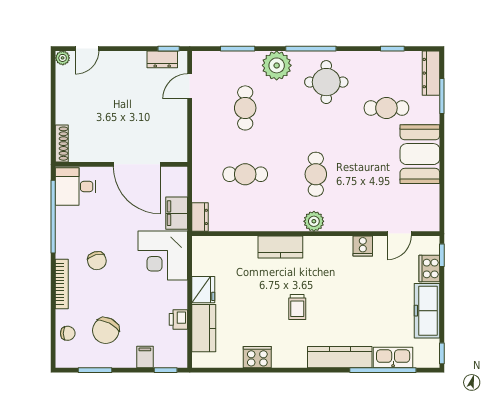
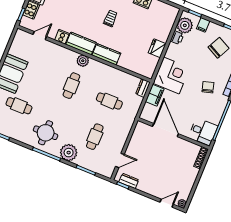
kitchen counter: (204, 328) -> (81, 43), moved, turned 90
plant: (174, 344) -> (185, 25), added

